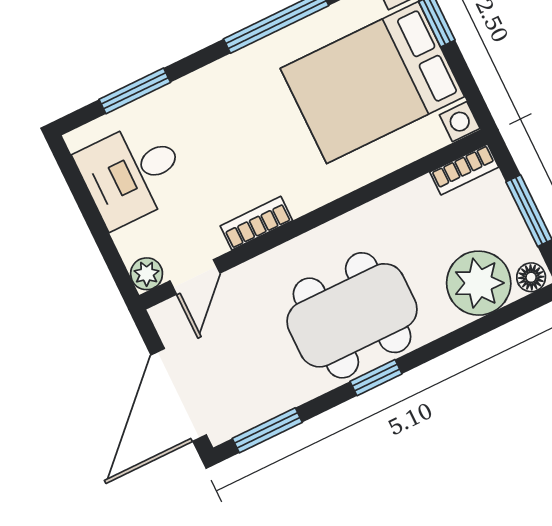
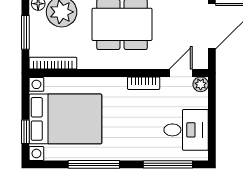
window: (135, 91) -> (168, 164), width x1.44
bookcase: (464, 169) -> (53, 63), width x1.56

